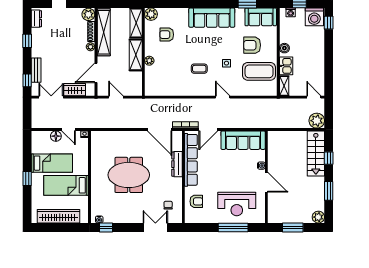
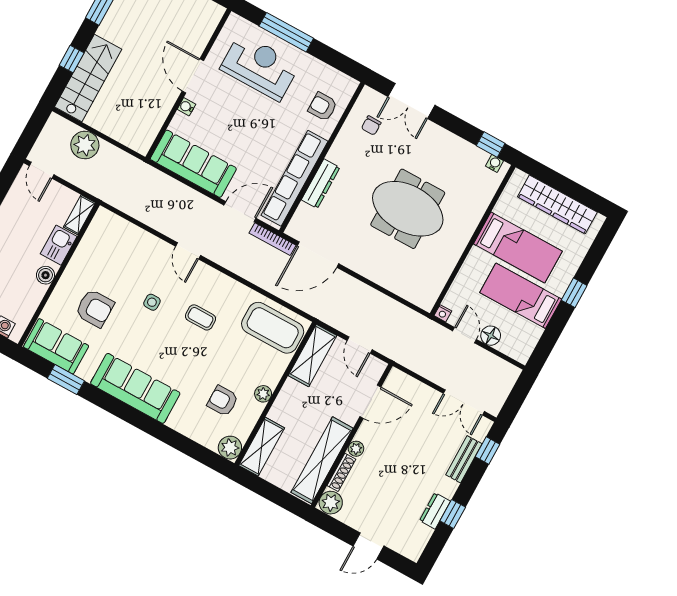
dresser: (36, 19) -> (435, 511), moved
armchair: (167, 35) -> (223, 401), turned 180
shelving: (136, 55) -> (313, 355), moved
plant: (149, 61) -> (263, 394), moved
coffee table: (259, 71) -> (273, 328), moved
wardrobe: (75, 90) -> (419, 394), removed
plant: (317, 121) -> (85, 145), moved
door: (160, 130) -> (318, 255), swing flipped

